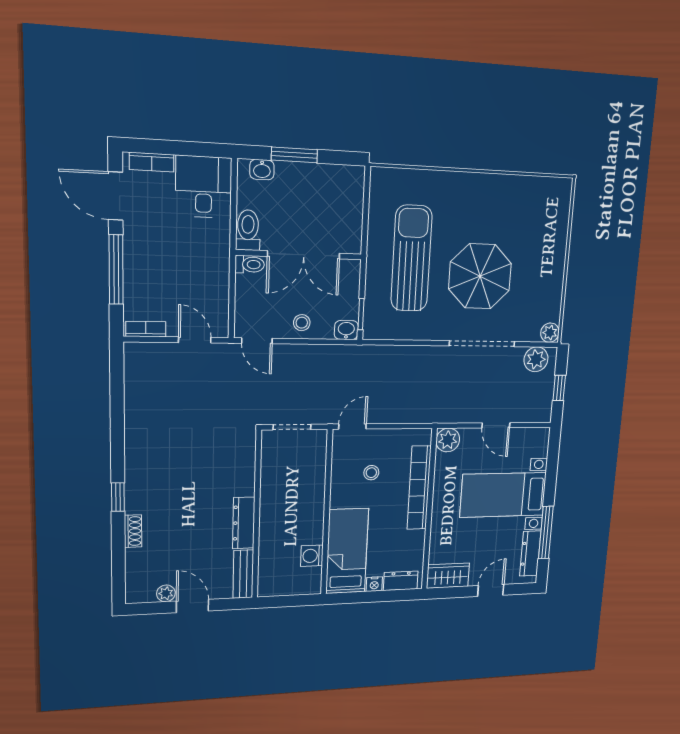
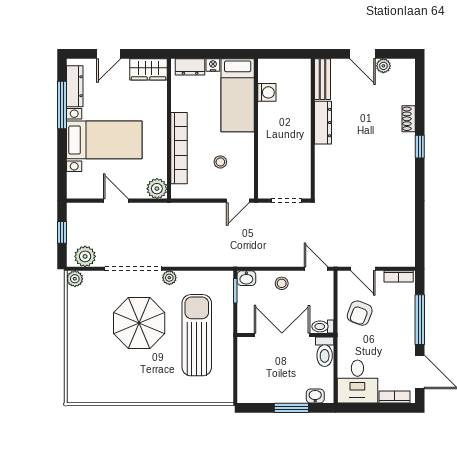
sun lounger: (412, 258) -> (197, 335), turned 180
armchair: (200, 281) -> (360, 313), added
plant: (440, 332) -> (169, 278), added

